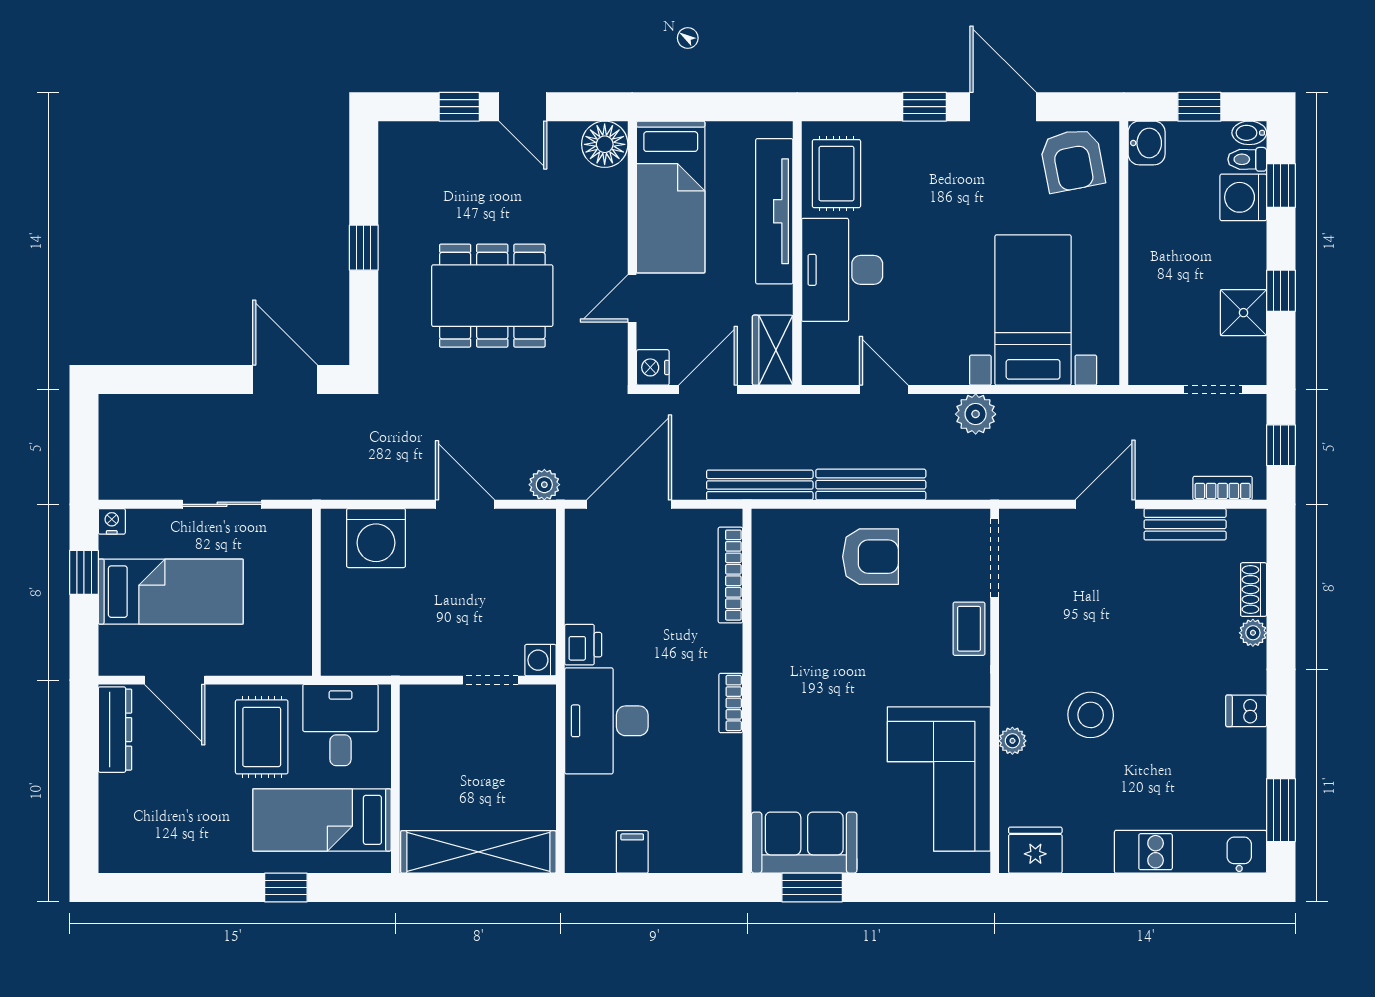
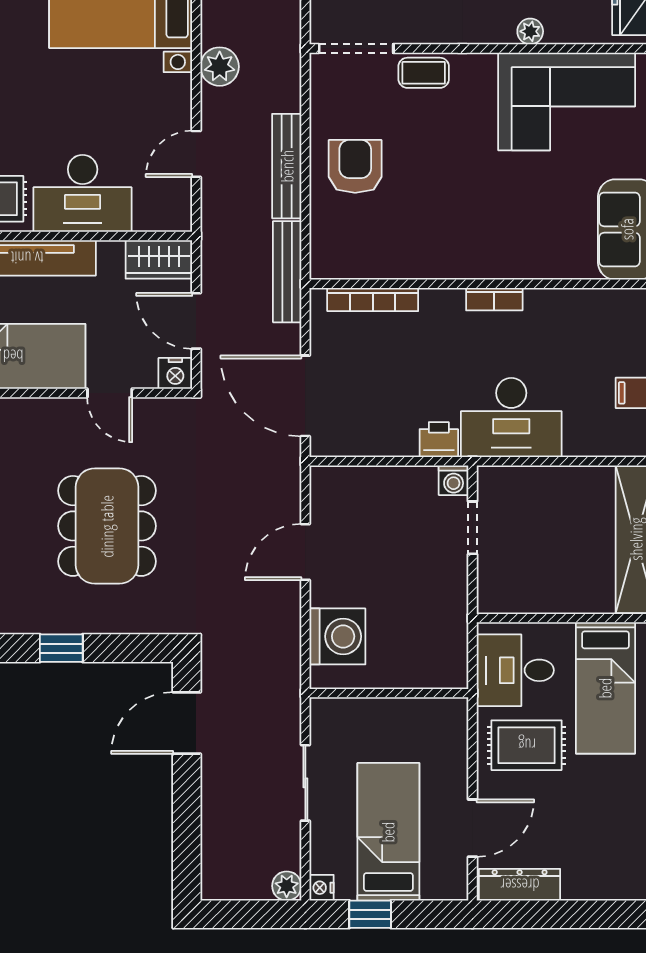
plant: (544, 485) -> (287, 886), moved

